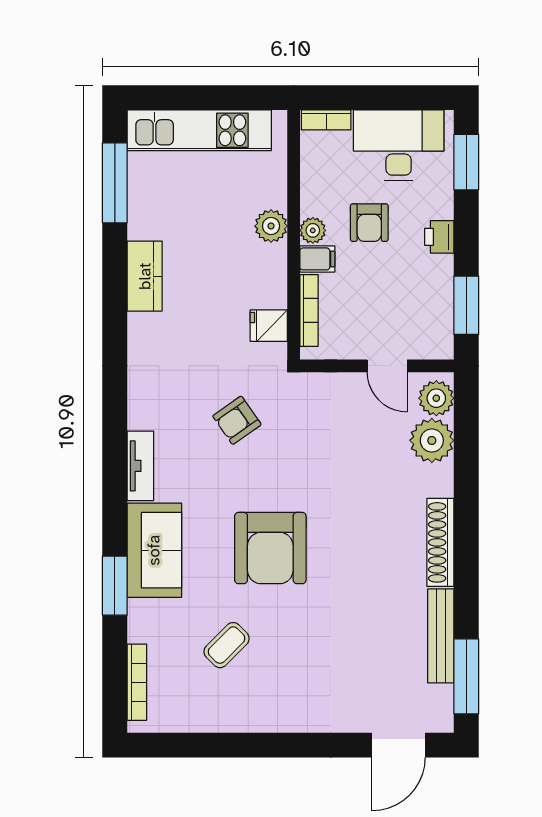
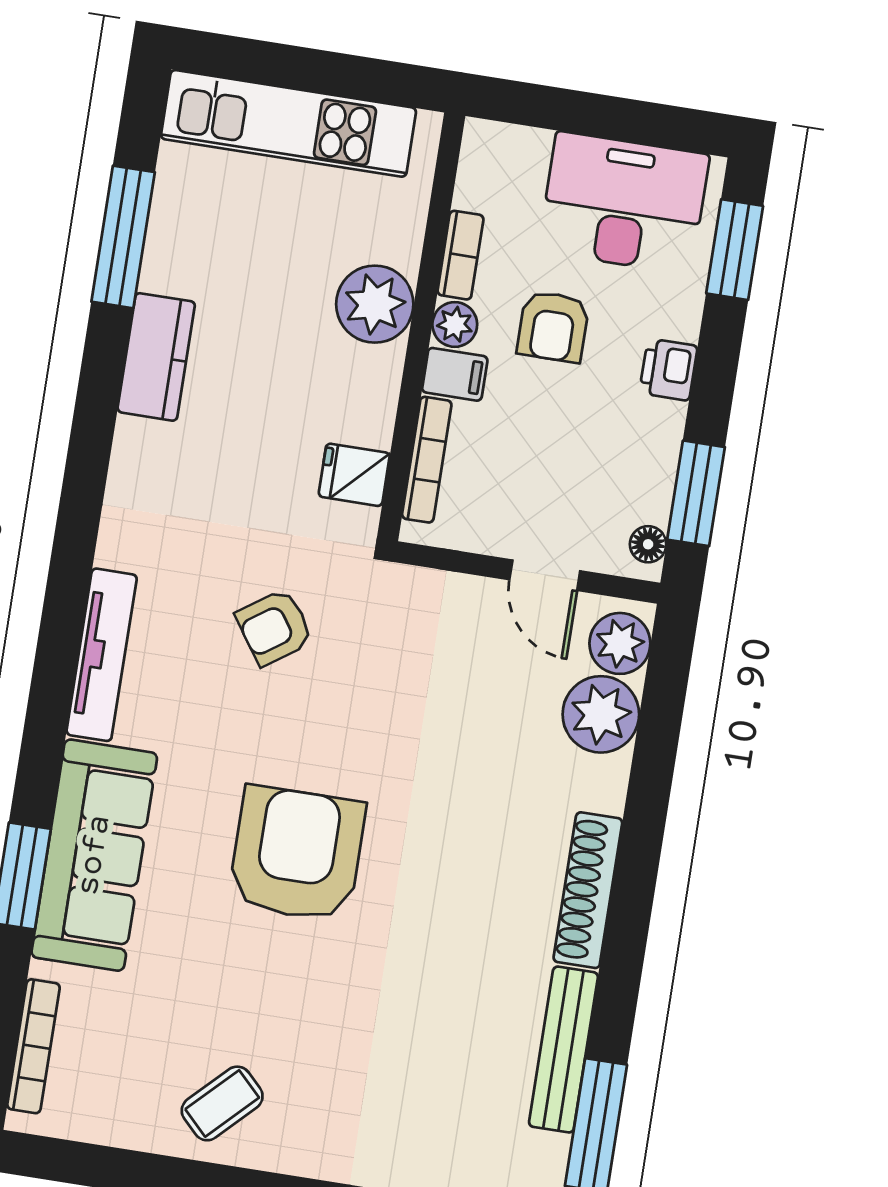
bookcase: (326, 120) -> (460, 255), moved, turned -90
window: (115, 183) -> (123, 237), moved
plant: (271, 226) -> (375, 304), width x1.36, depth x1.36
floor lamp: (443, 339) -> (648, 544), added
tv unit: (140, 466) -> (102, 655), width x1.41
armchair: (270, 548) -> (297, 854), turned 180
sofa: (154, 550) -> (94, 855), width x1.36
coffee table: (227, 645) -> (222, 1103), moved

